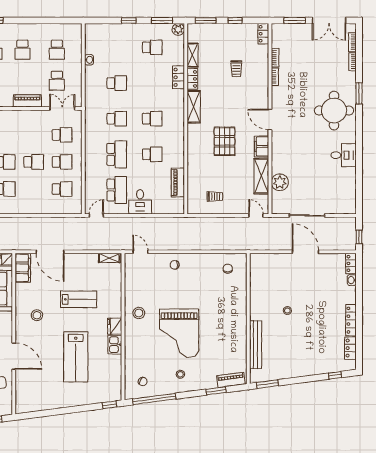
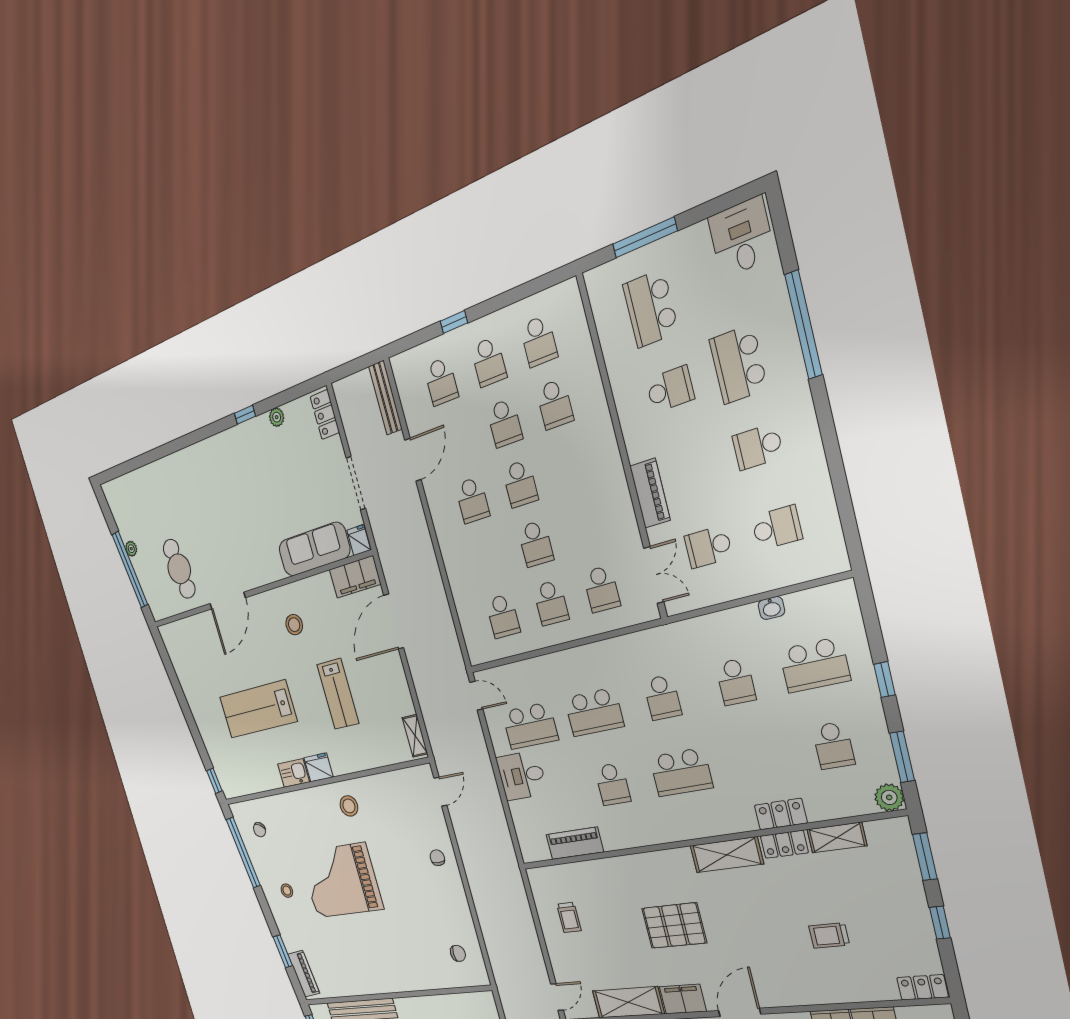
school desk: (117, 47) -> (815, 665), added
school desk: (57, 50) -> (777, 528), turned 180
school desk: (152, 119) -> (681, 772), width x1.85

